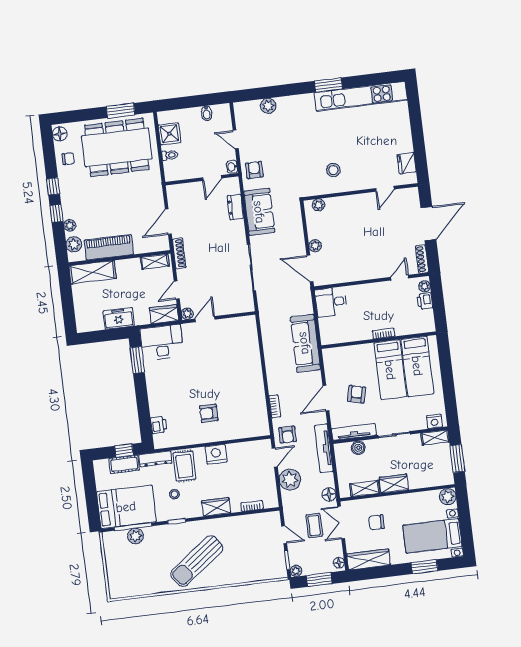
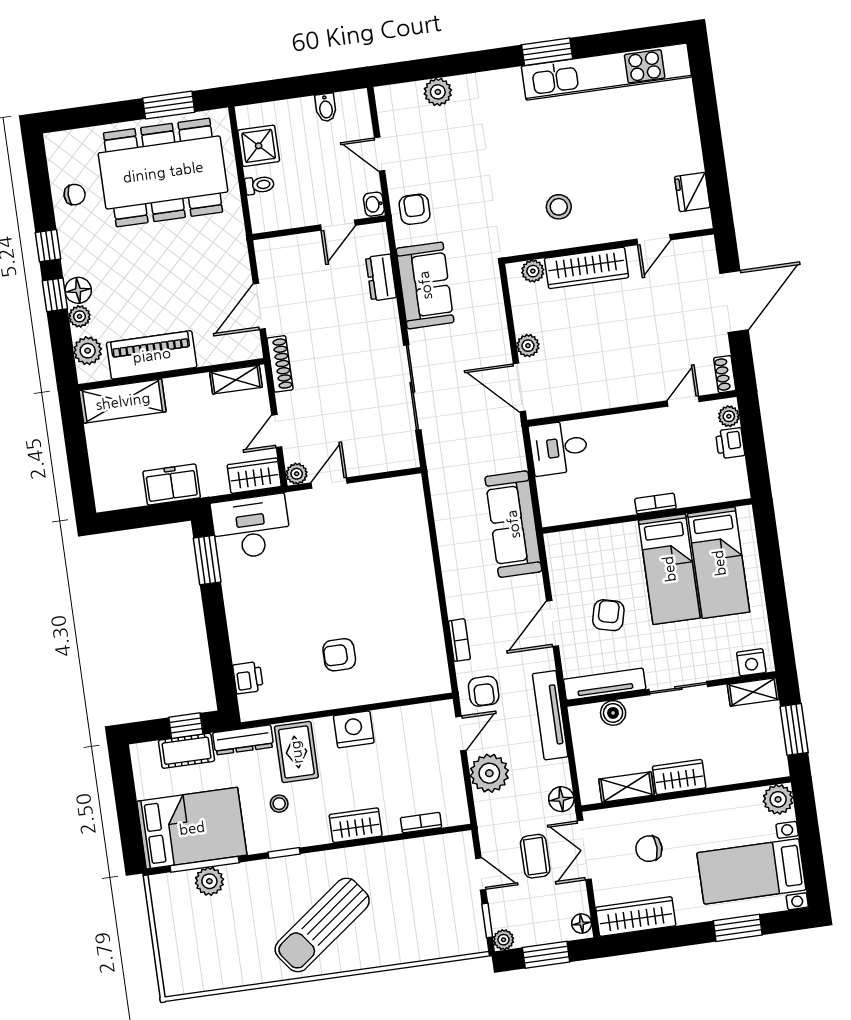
floor lamp: (60, 134) -> (78, 290), moved
wardrobe: (348, 204) -> (587, 268), added
shoe rack: (422, 259) -> (725, 374), width x0.70

